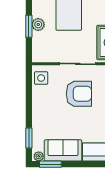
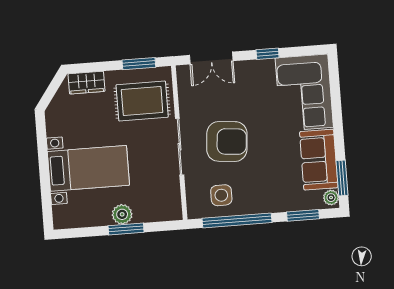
side table: (41, 78) -> (221, 195), moved
armchair: (79, 94) -> (227, 141), turned 95
window: (29, 96) -> (237, 220), added

